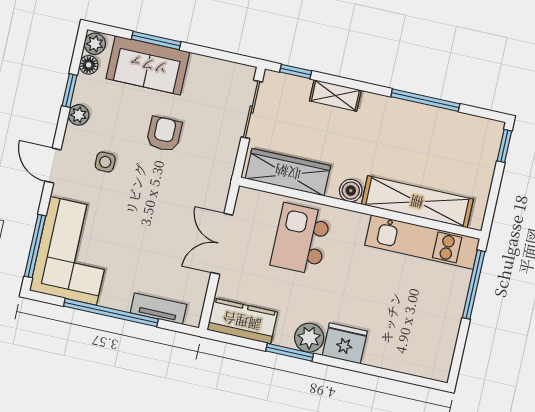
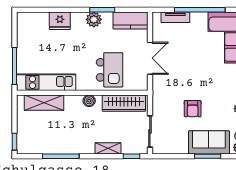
side table: (105, 162) -> (220, 87), removed
shelving: (417, 202) -> (44, 103), width x0.68
fridge: (345, 343) -> (60, 21), moved

